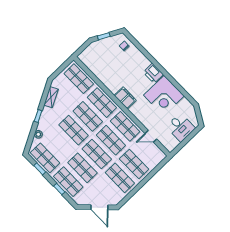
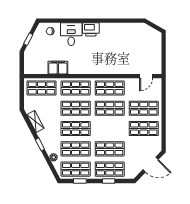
corner desk: (164, 96) -> (115, 37), removed
filing cabinet: (125, 98) -> (58, 68), moved
desk: (181, 127) -> (71, 34), moved, turned -90
door: (151, 136) -> (146, 76), moved
shop shelf: (97, 154) -> (76, 149), moved

